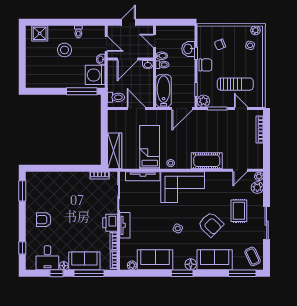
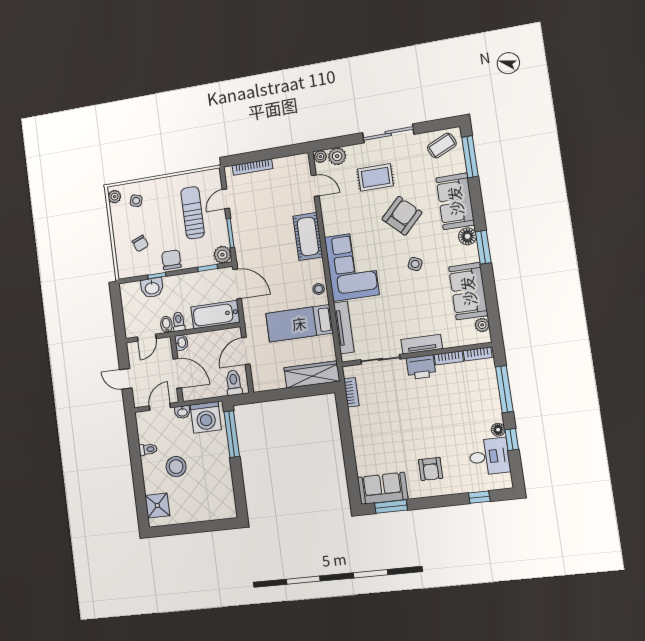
sofa: (84, 261) -> (383, 488), moved, turned 90

